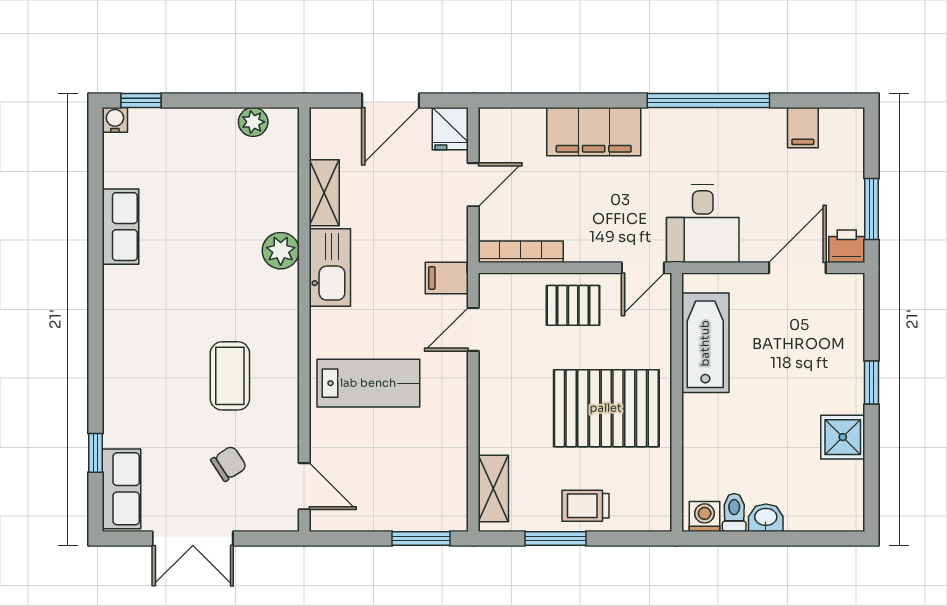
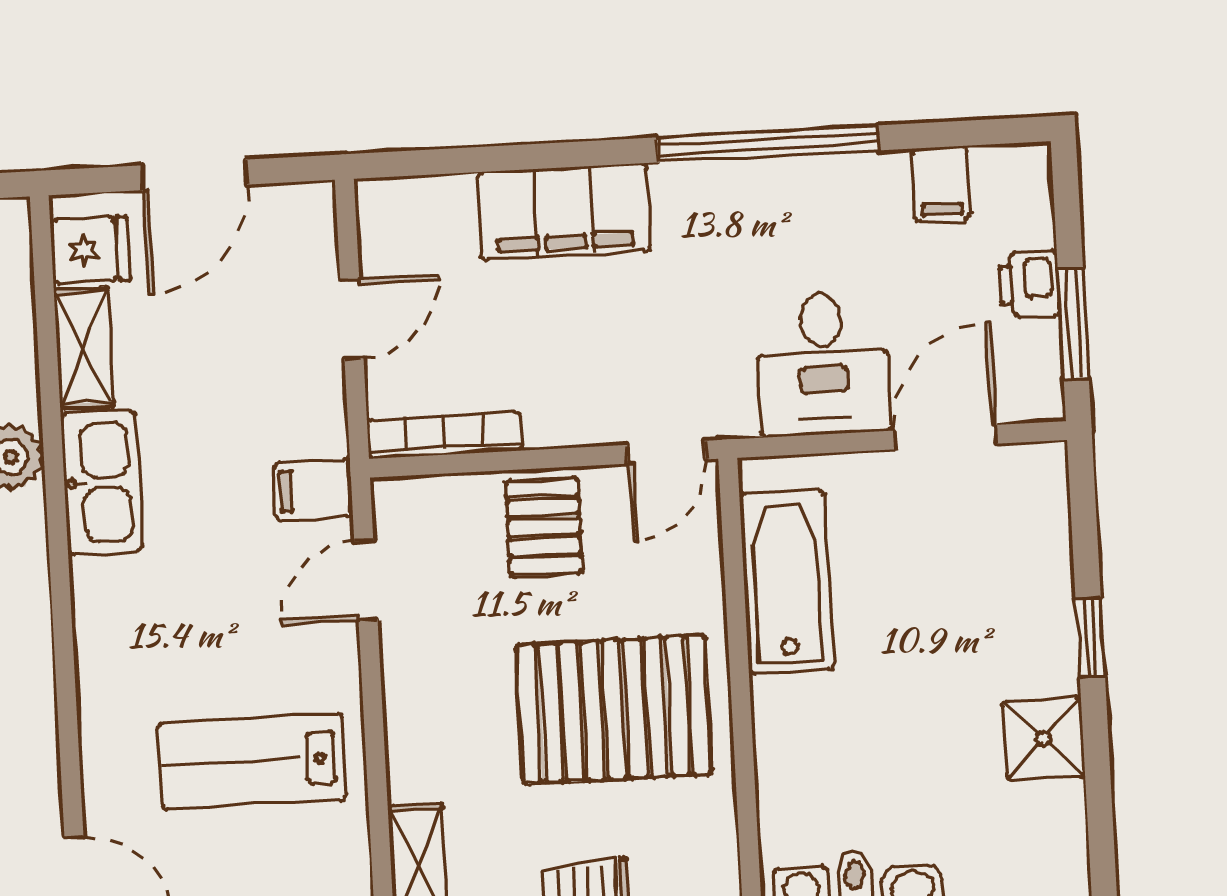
fridge: (450, 129) -> (90, 250), moved, turned -90
desk: (703, 224) -> (823, 364), moved
printer: (847, 246) -> (1029, 284), moved, turned -90
pallet: (573, 305) -> (544, 527), turned 90
lab bench: (368, 383) -> (252, 762), moved, turned 180

